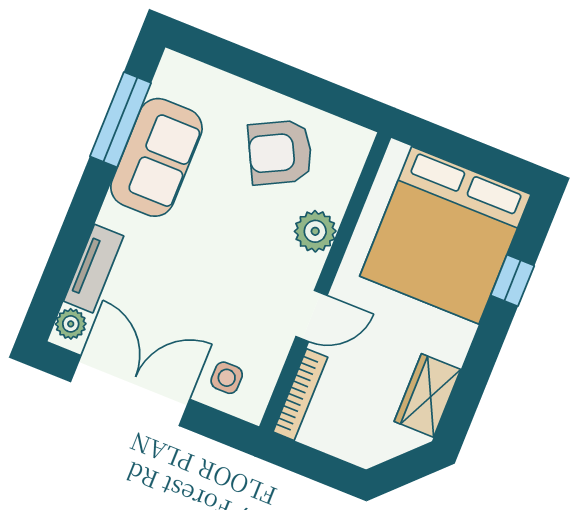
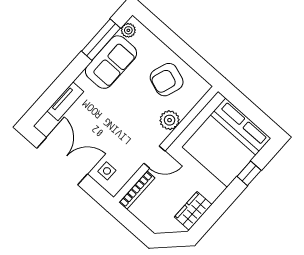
armchair: (280, 152) -> (167, 80), turned -44
plant: (71, 324) -> (128, 30), moved

